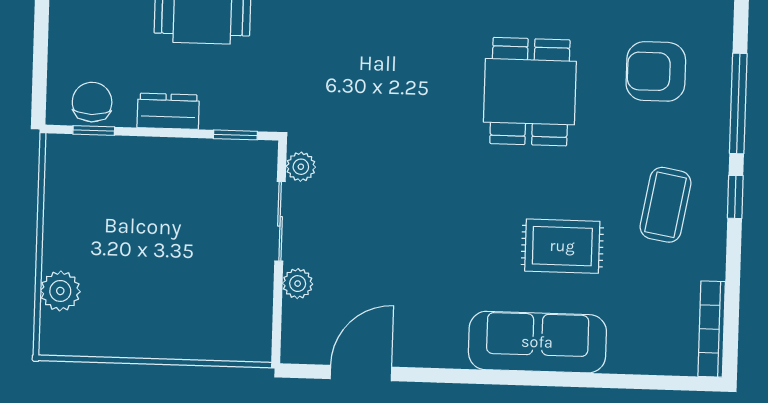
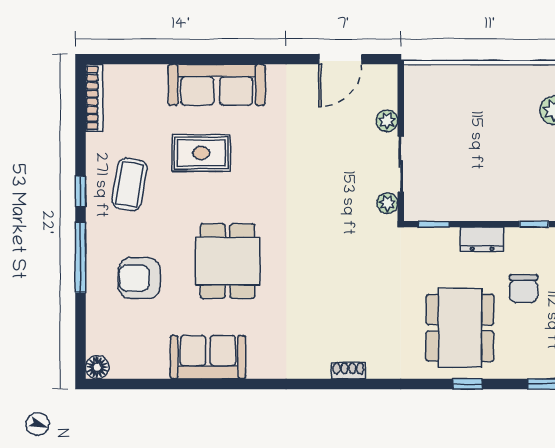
armchair: (656, 71) -> (139, 278), turned 180
chair: (92, 102) -> (523, 289), moved

